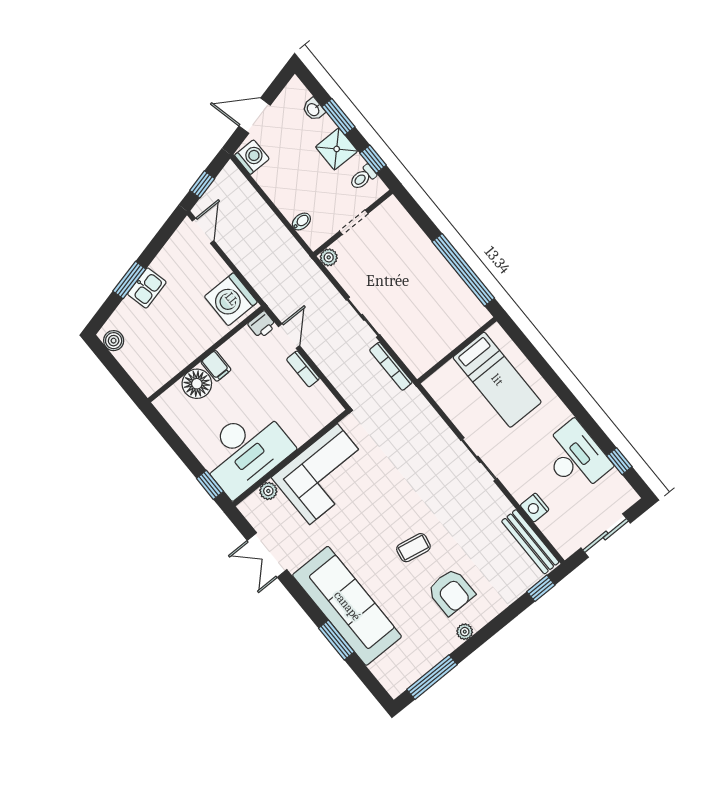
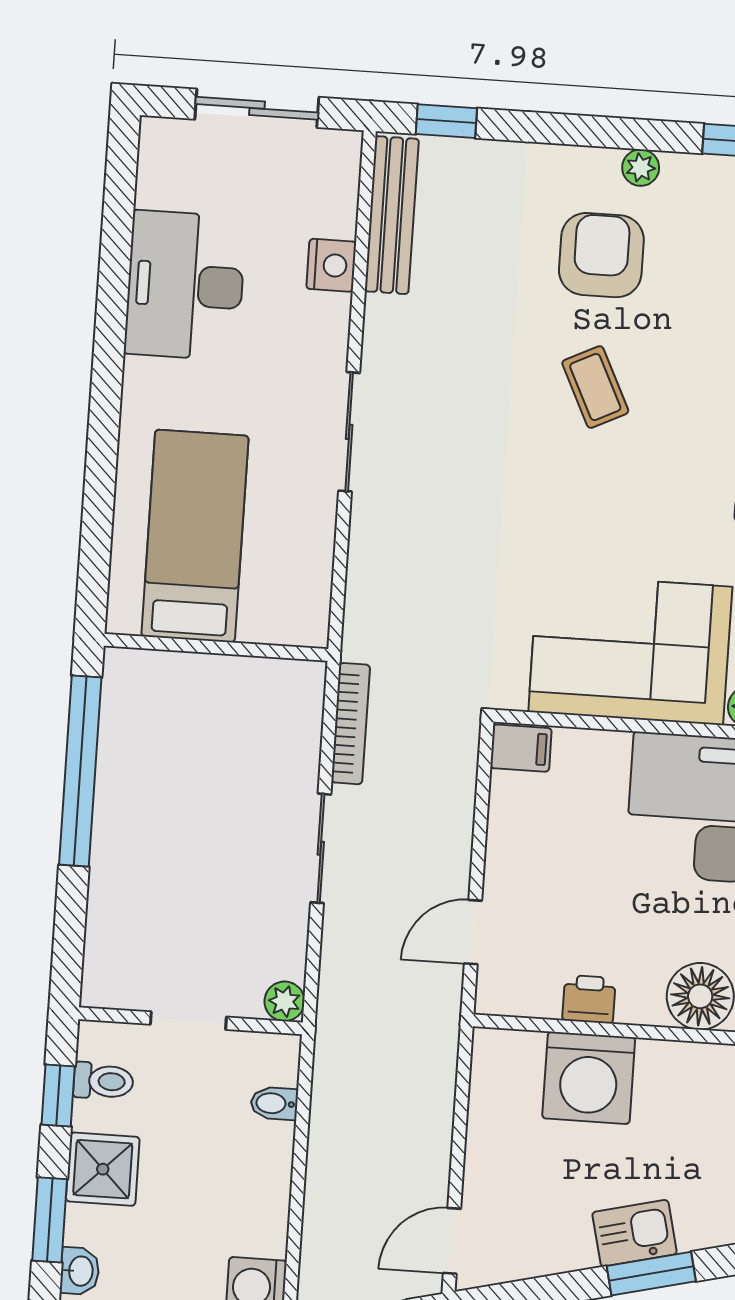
washing machine: (231, 299) -> (589, 1078), moved, turned 90
printer: (262, 325) -> (589, 999), moved
filing cabinet: (216, 366) -> (521, 748), moved, turned 90
bookcase: (303, 369) -> (501, 856), removed
window: (619, 461) -> (118, 210), removed
coffee table: (413, 548) -> (595, 387), turned 53

